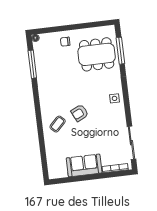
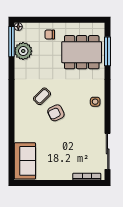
plant: (43, 60) -> (23, 51), added
window: (32, 64) -> (11, 42), moved
coffee table: (58, 124) -> (42, 96), moved
sofa: (84, 165) -> (25, 161), moved, turned 90

